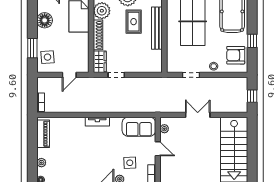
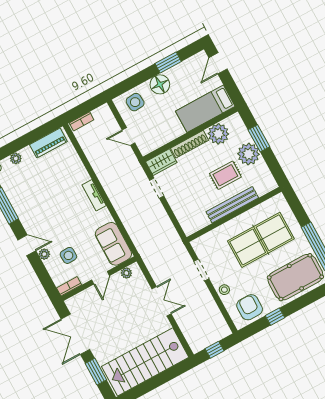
floor lamp: (45, 20) -> (160, 84), moved
window: (32, 48) -> (168, 63), moved

